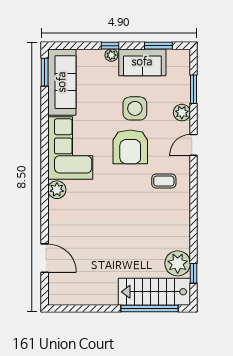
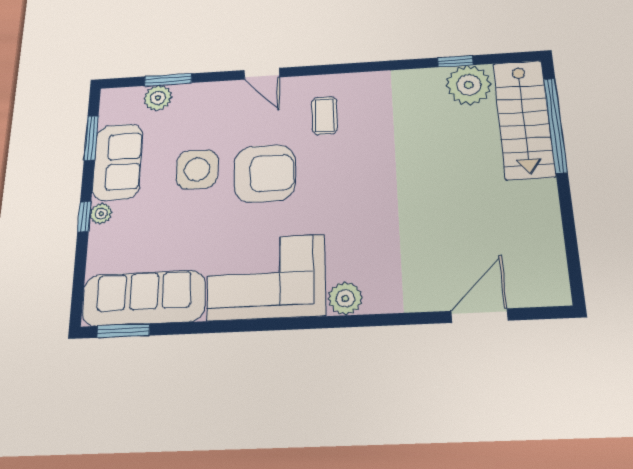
plant: (182, 113) -> (158, 98), moved
window: (193, 273) -> (455, 61), moved

